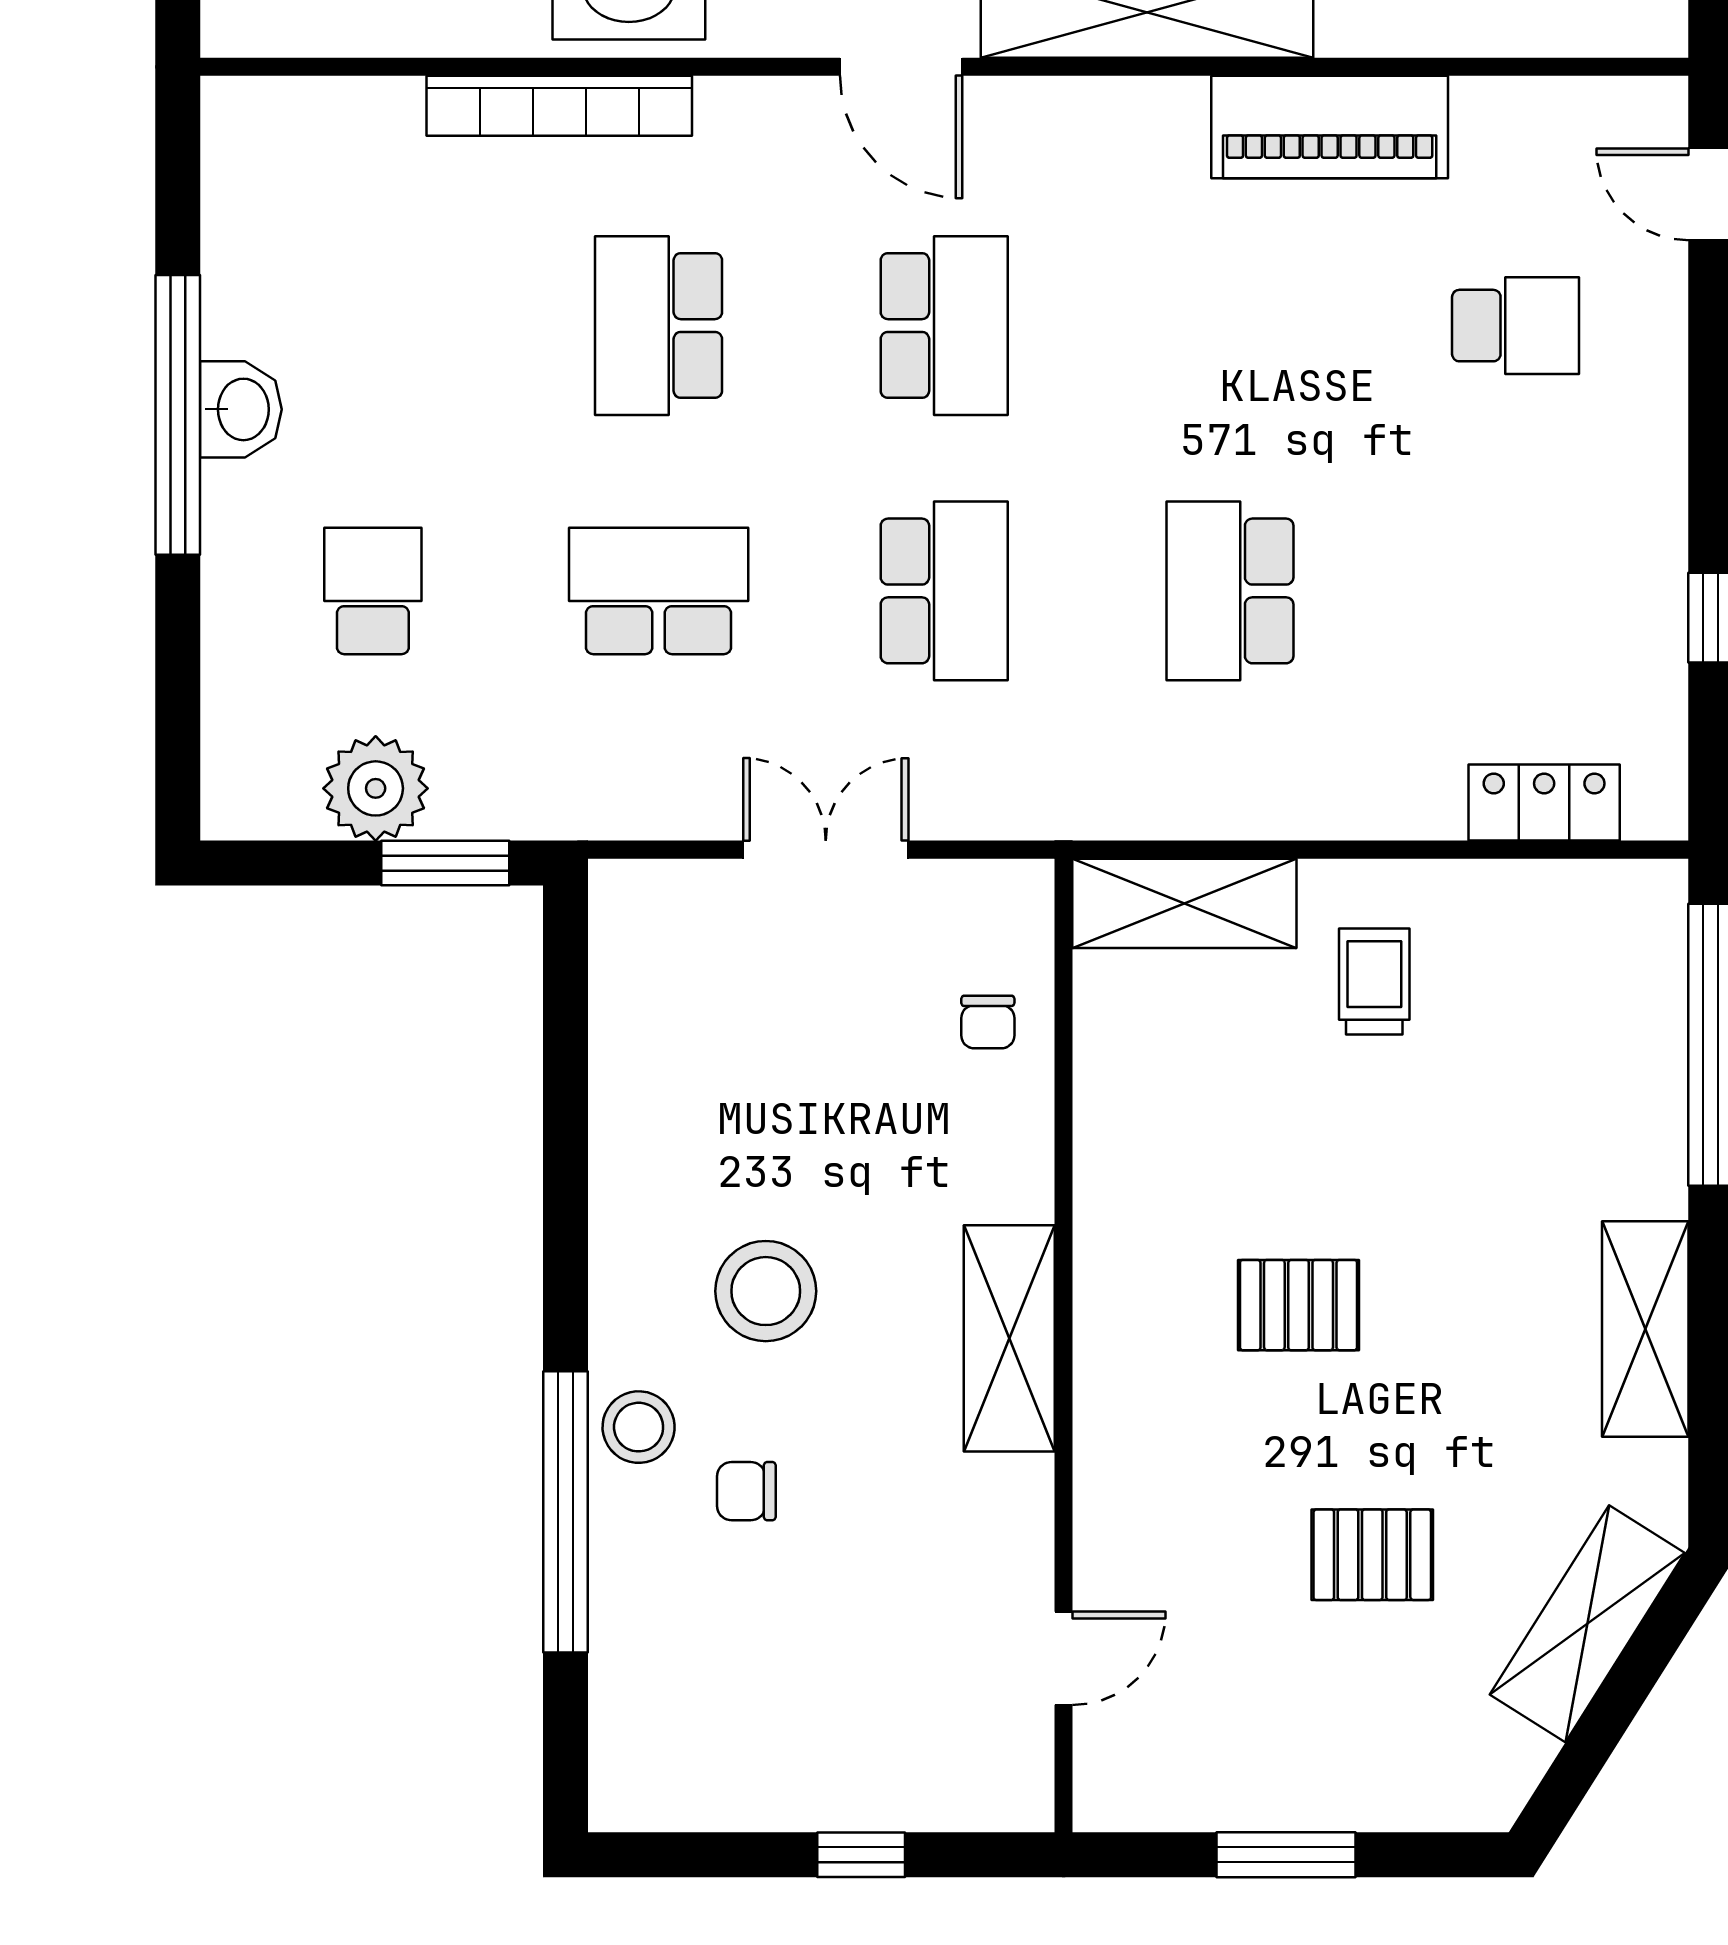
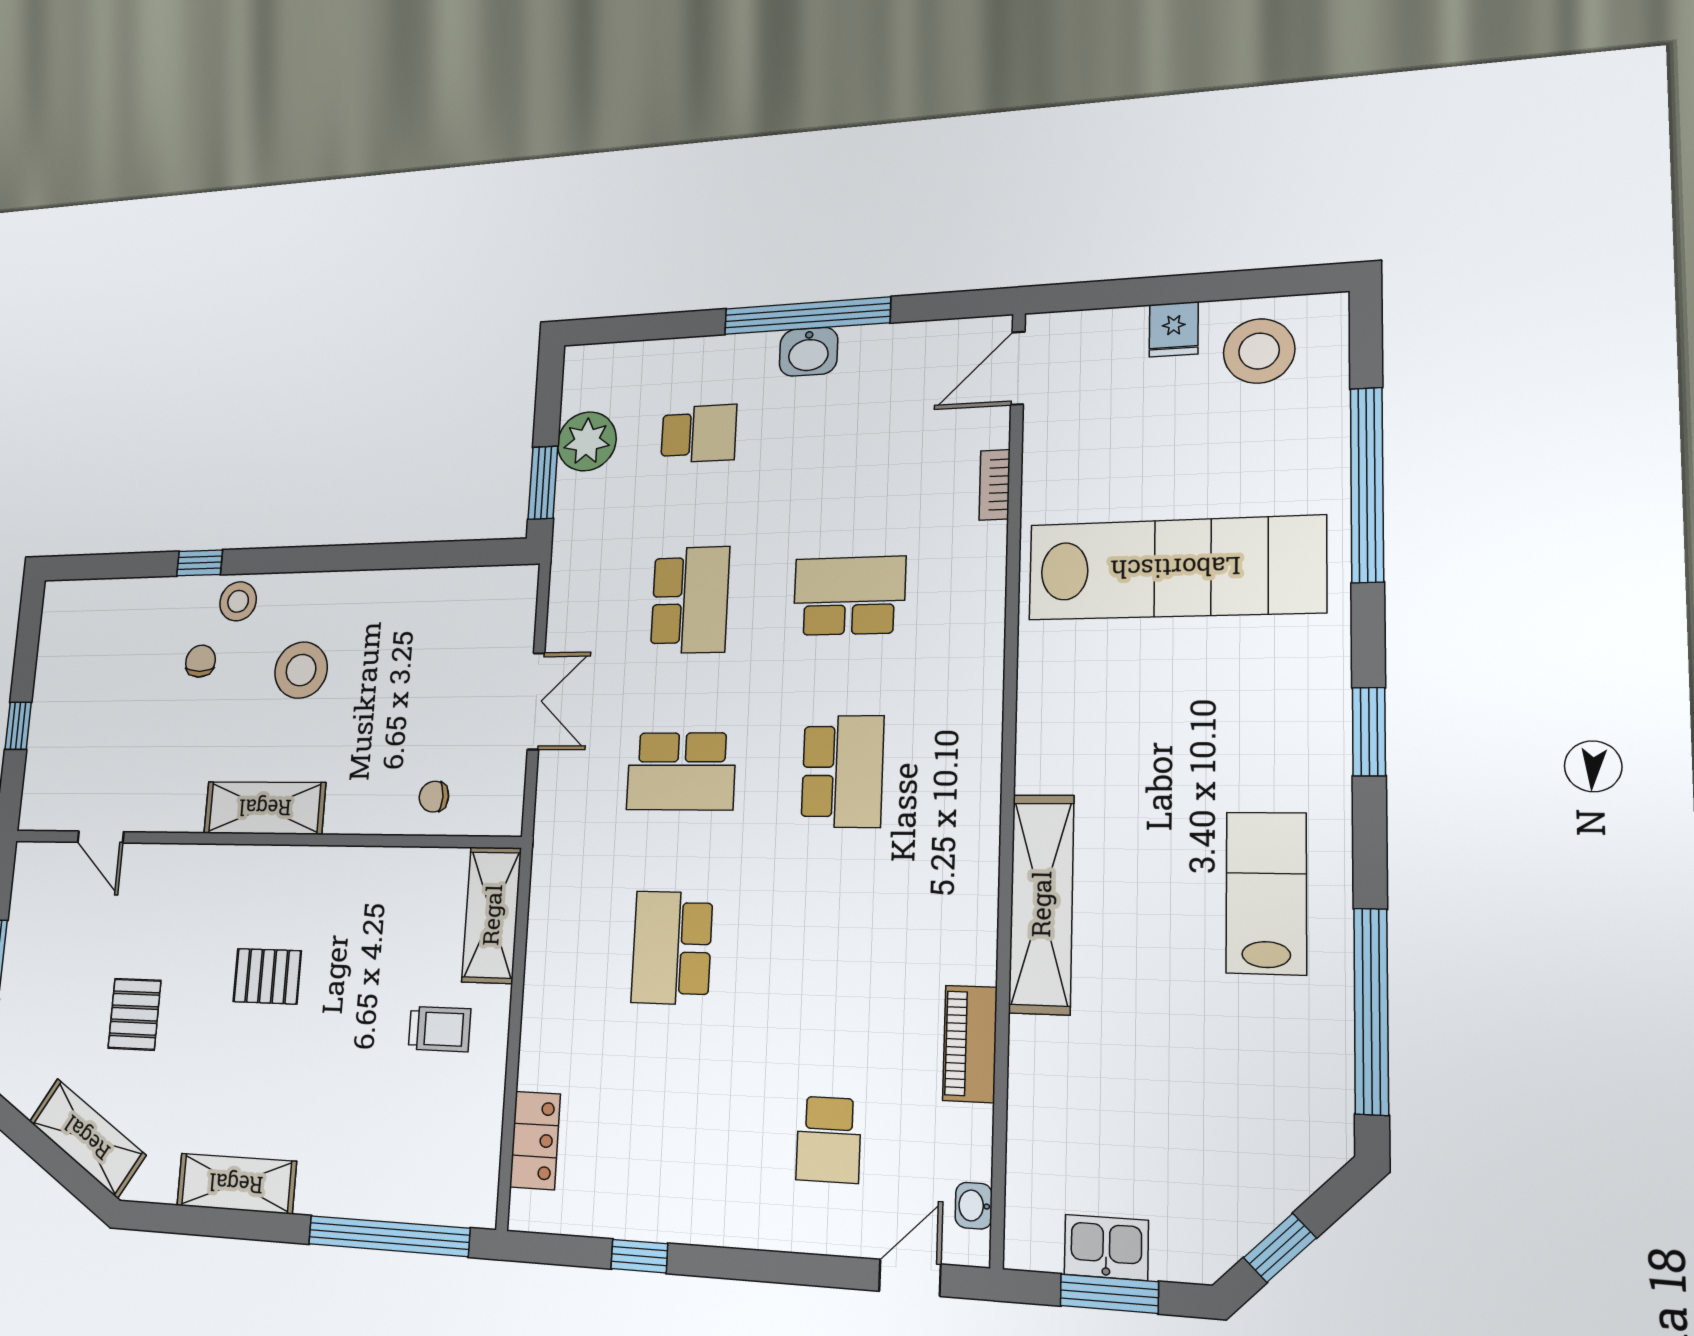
door: (901, 67) -> (1018, 368), moved
washbasin: (1599, 103) -> (974, 1206), added
bookcase: (559, 106) -> (995, 485), width x0.43, depth x0.76
piano: (1330, 127) -> (970, 1044), width x0.73, depth x0.75
school desk: (944, 326) -> (843, 771), turned -90
school desk: (1230, 591) -> (672, 948), turned -90
pallet: (1299, 1305) -> (267, 976), turned 90
window: (565, 1512) -> (200, 563), width x0.32

